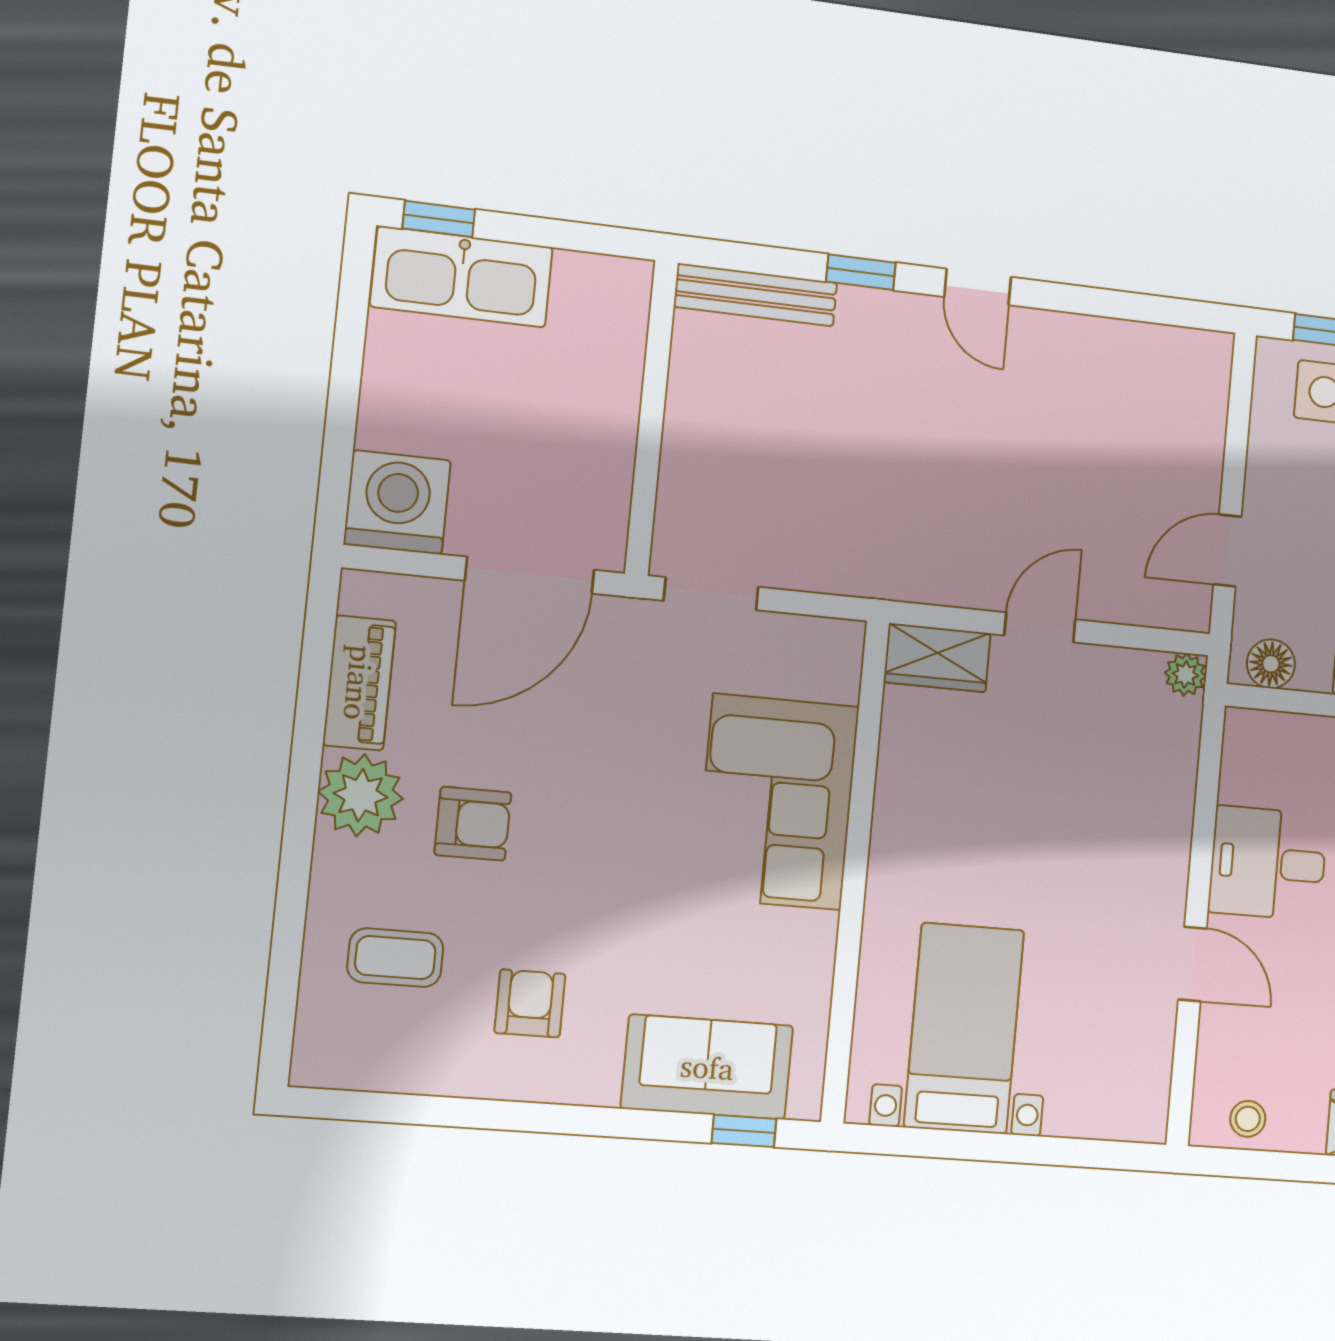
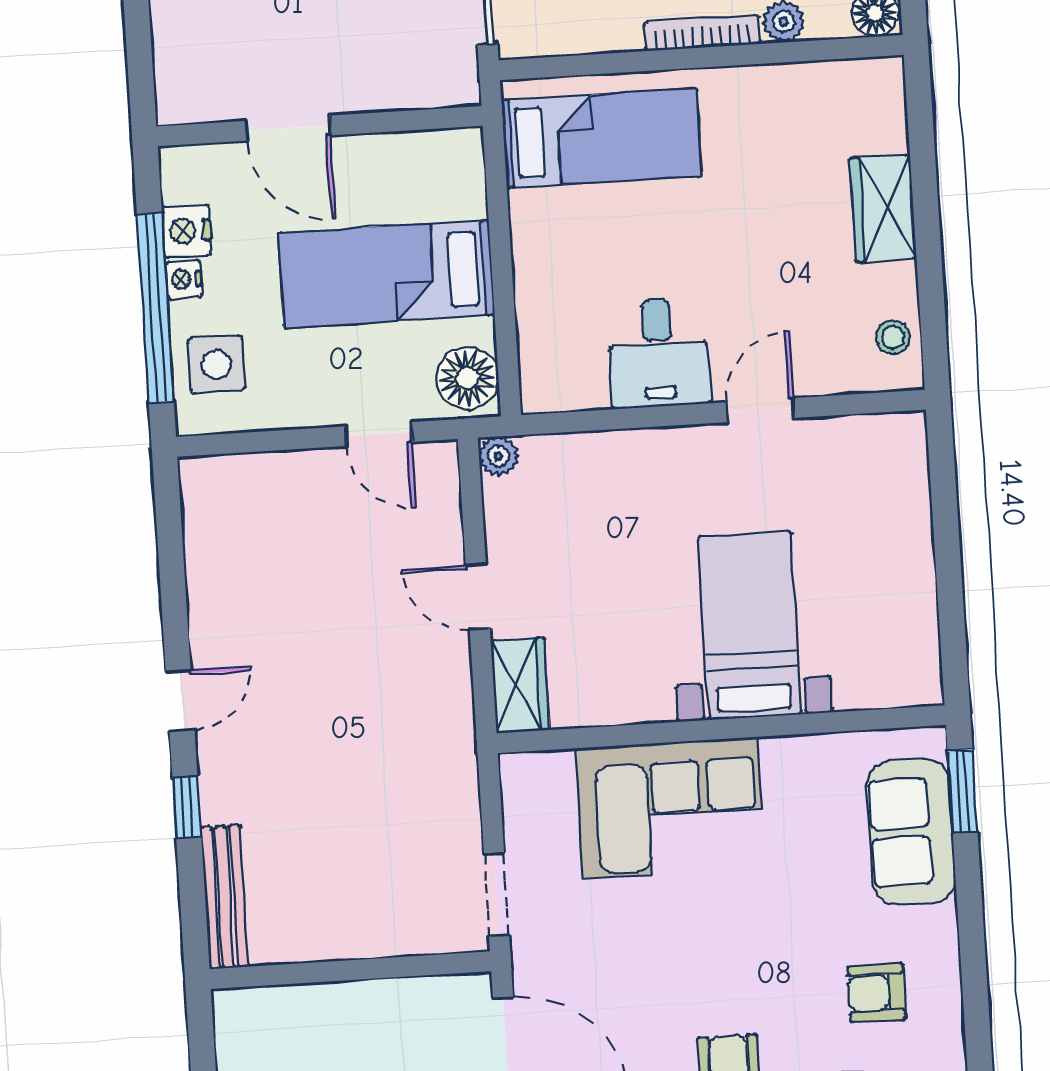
floor lamp: (1271, 664) -> (467, 378), width x1.38, depth x1.38
bed with nightstands: (964, 1028) -> (749, 625), moved, turned 90
window: (744, 1131) -> (963, 791), width x1.50

